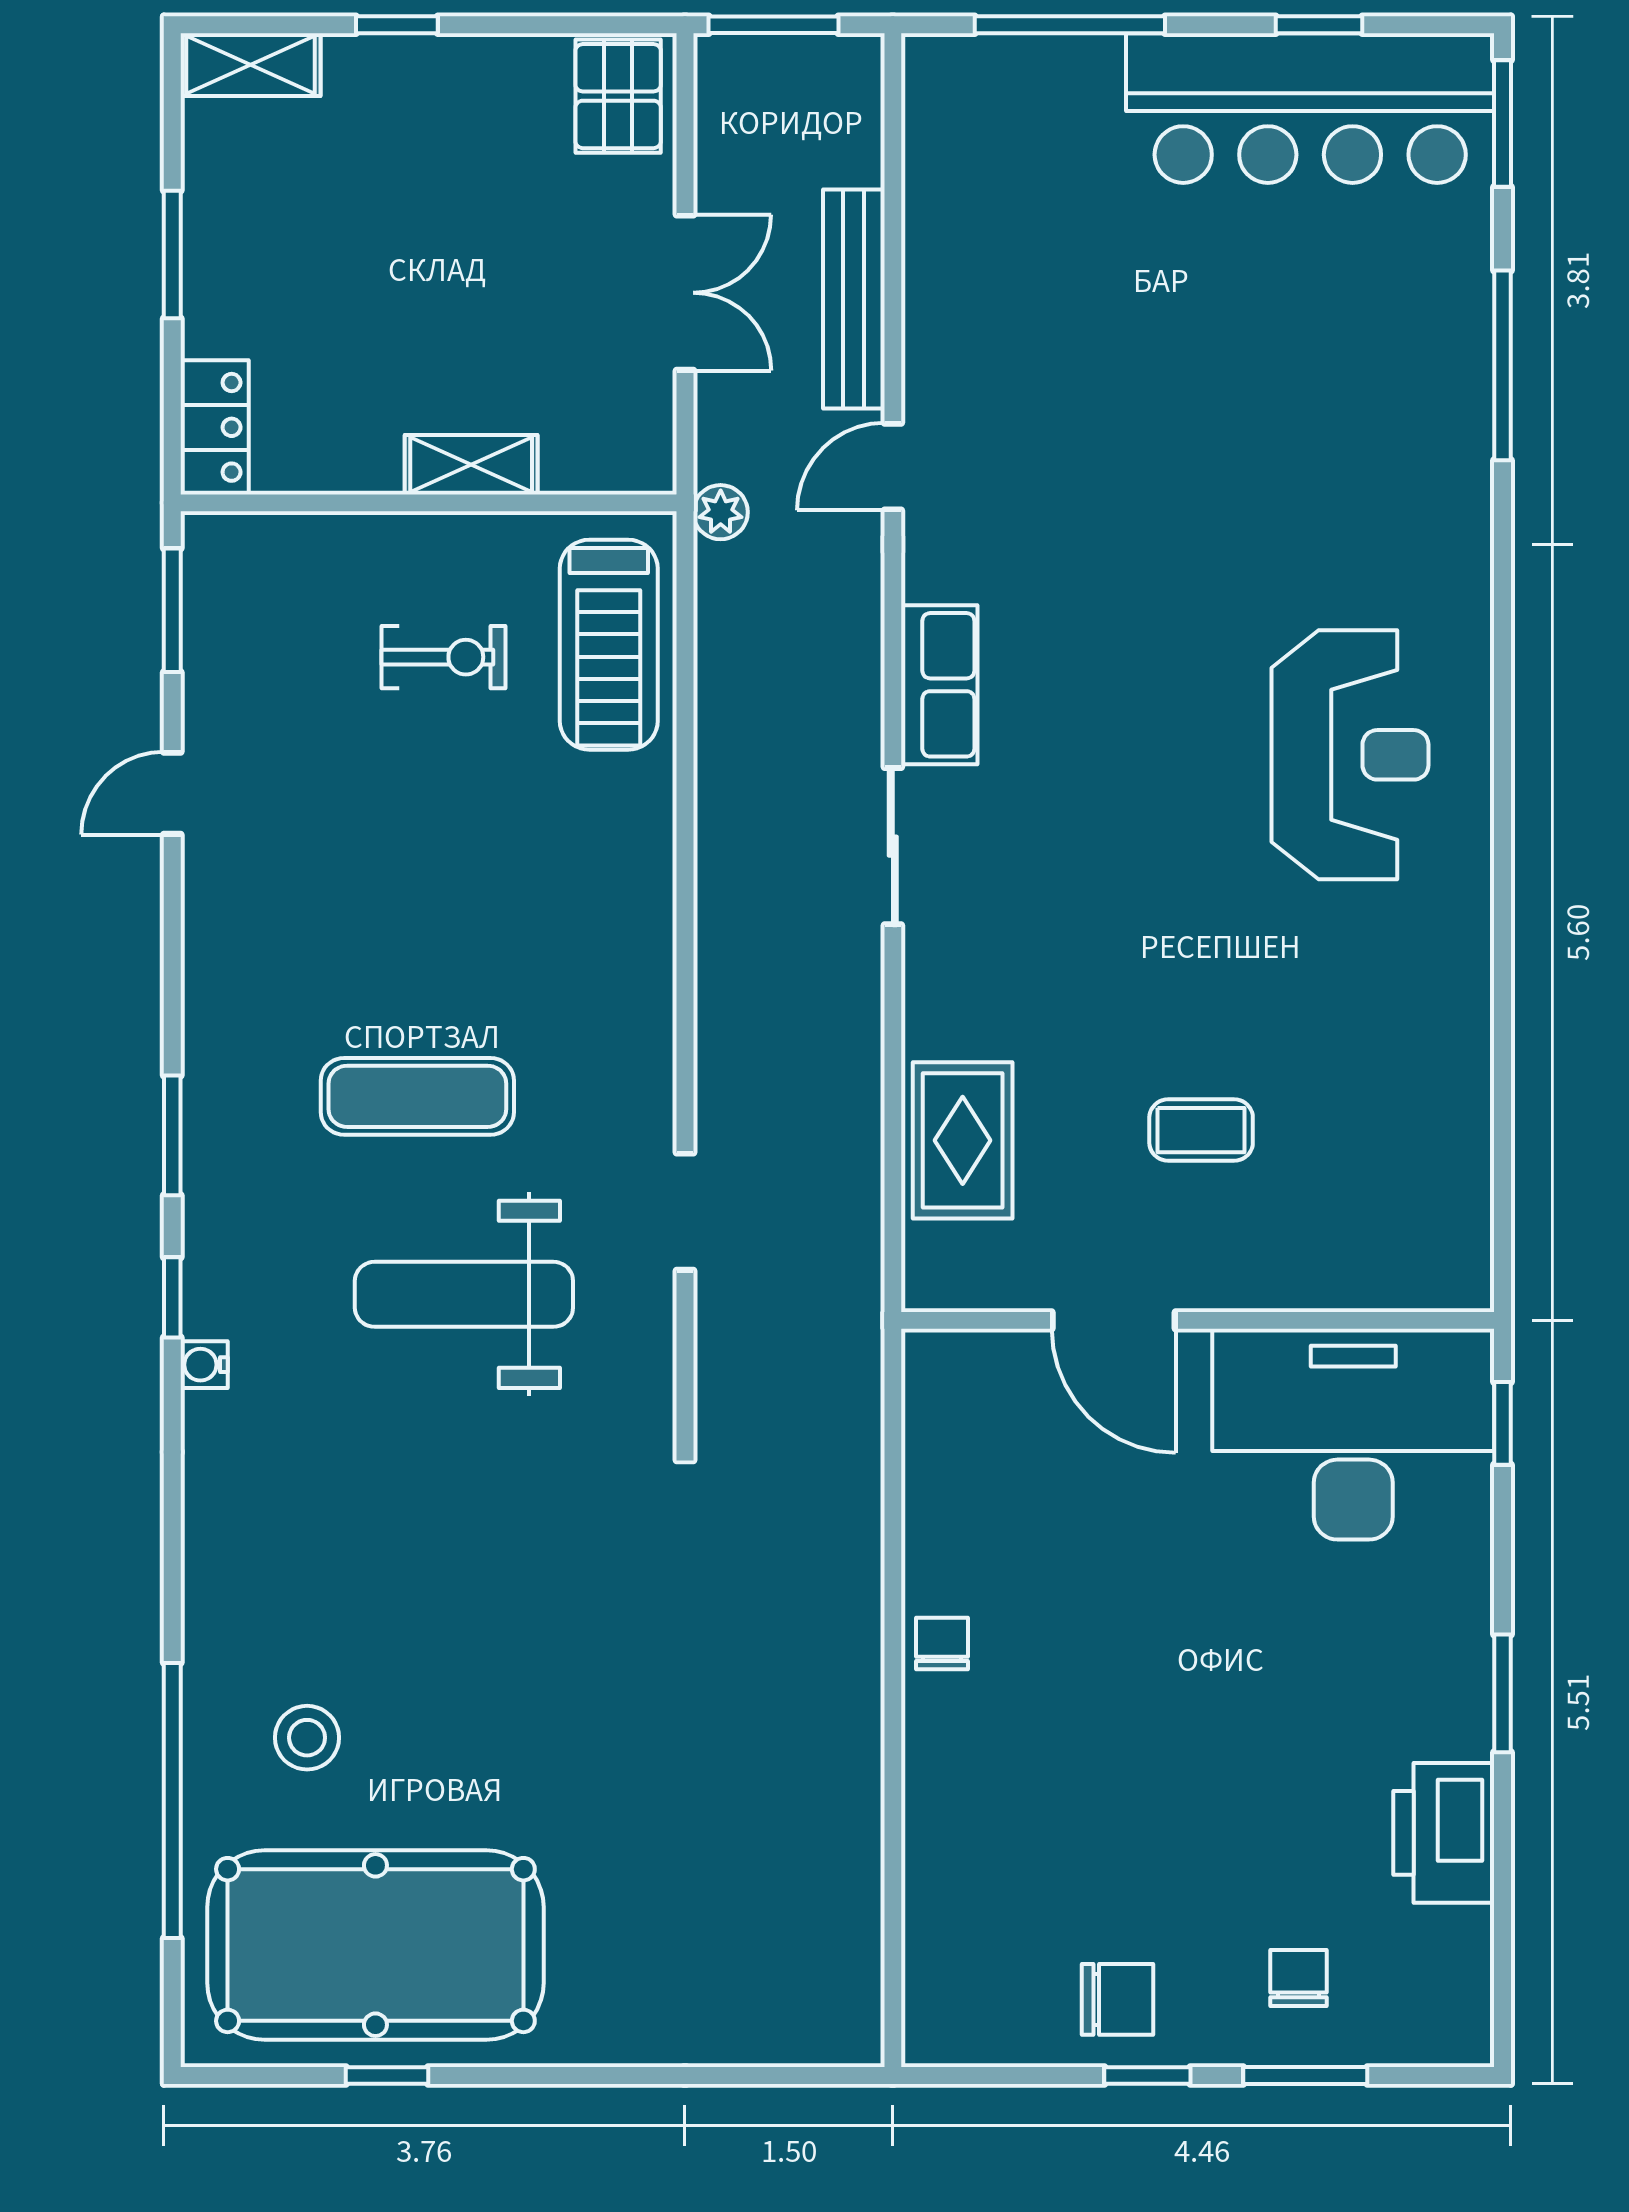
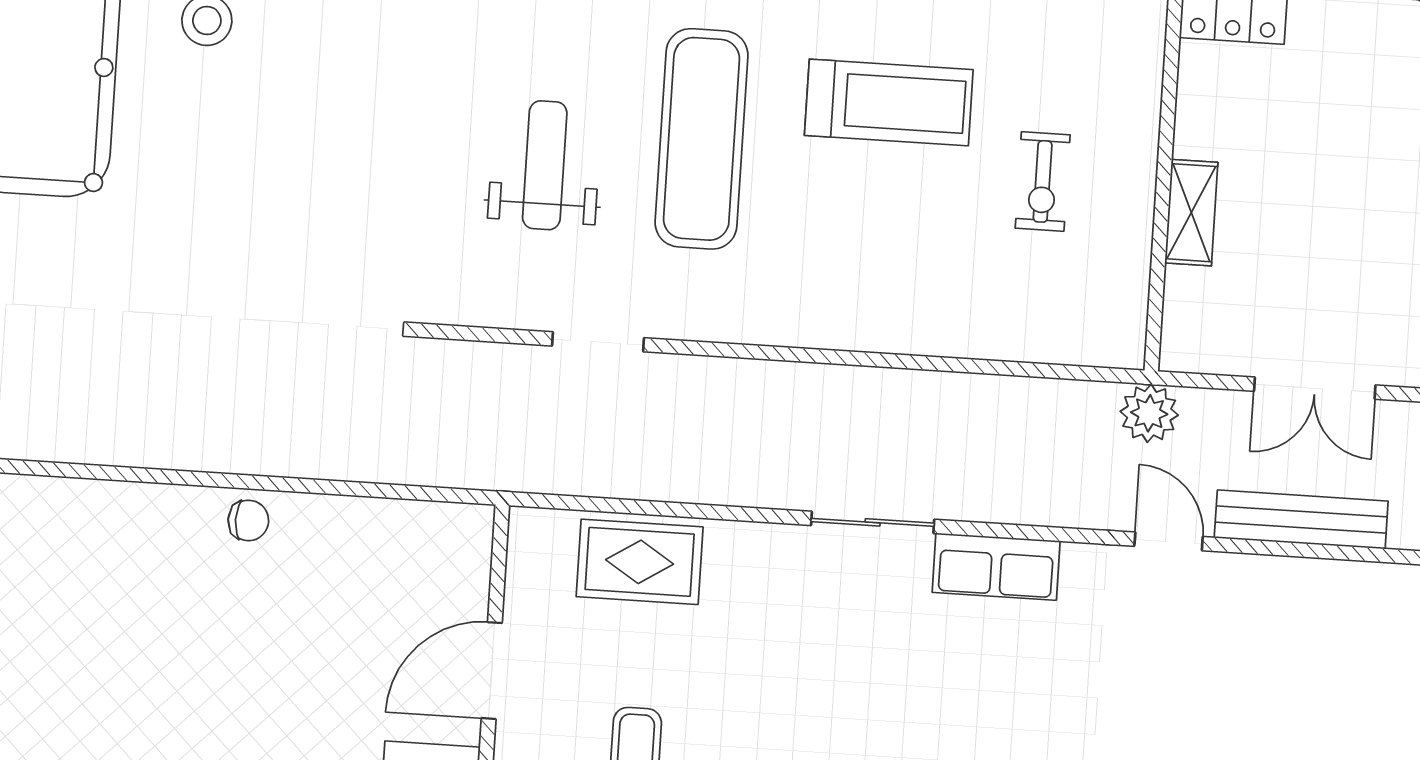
plant: (721, 512) -> (1149, 413), width x1.38, depth x1.38
treadmill: (609, 645) -> (889, 102), moved, turned 180
exercise mat: (417, 1096) -> (701, 139), width x1.36, depth x1.45
weight bench: (464, 1294) -> (545, 165), width x0.73, depth x0.75

